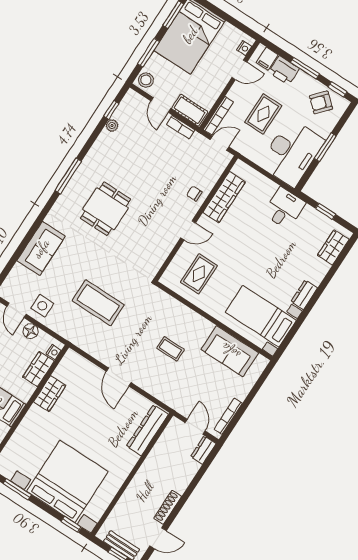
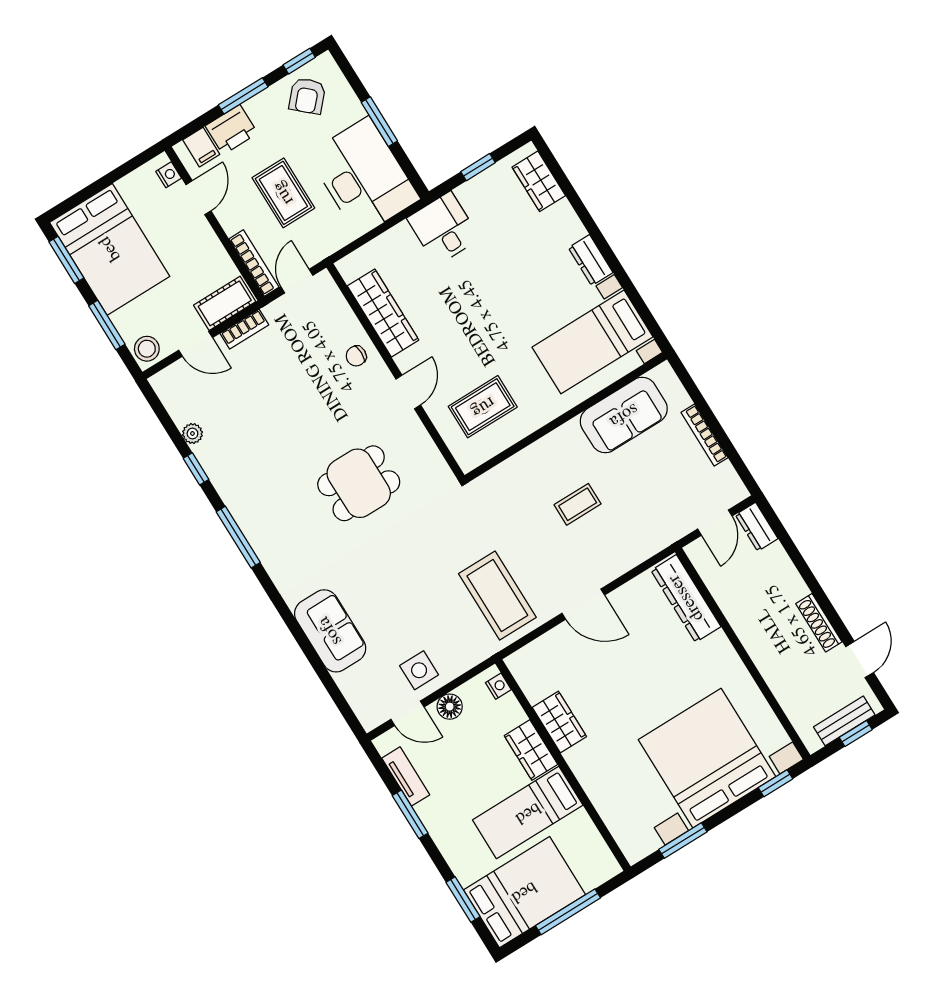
window: (111, 110) -> (196, 469), moved
dining table: (106, 209) -> (359, 483), moved, turned 90
rug: (199, 274) -> (483, 407), turned 90
coffee table: (98, 303) -> (497, 596), moved, turned 90
wardrobe: (38, 369) -> (531, 750), moved
bookcase: (228, 416) -> (704, 435), moved
door: (195, 427) -> (715, 523), swing flipped

